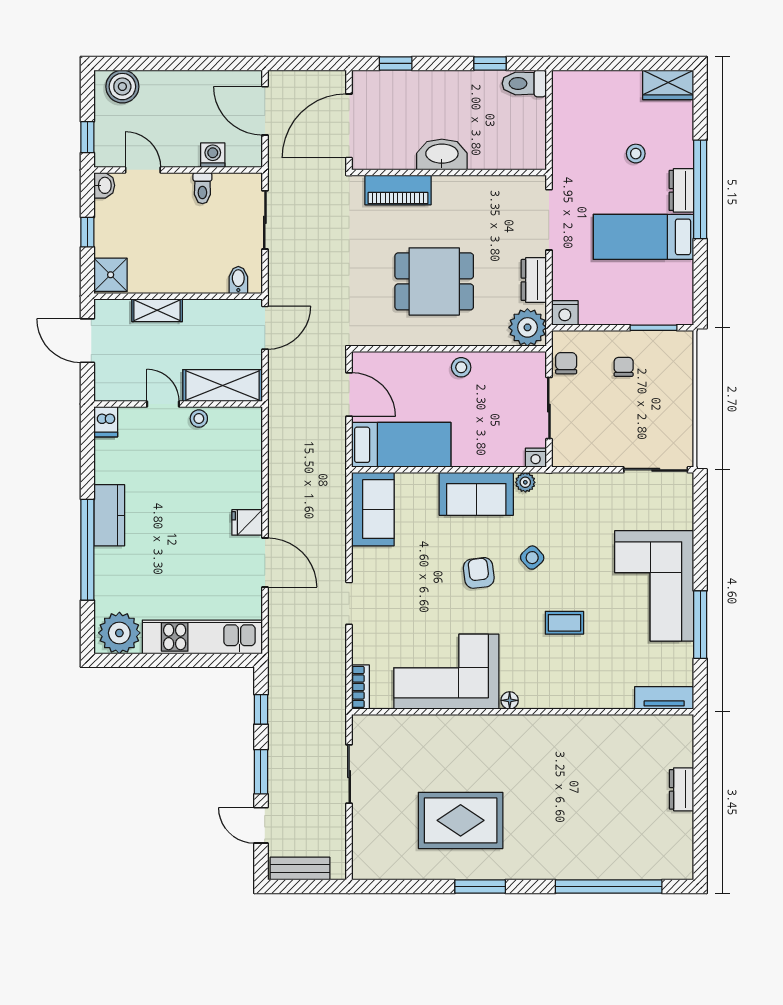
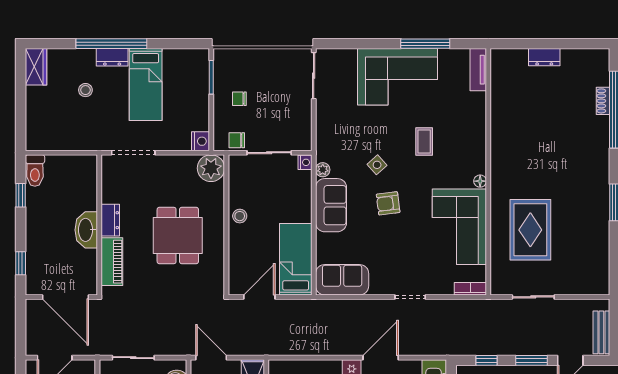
dresser: (534, 280) -> (110, 220), moved, turned -90
rug: (461, 820) -> (530, 230), moved
shoe rack: (621, 871) -> (603, 101), added

